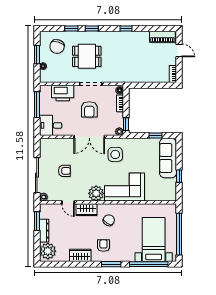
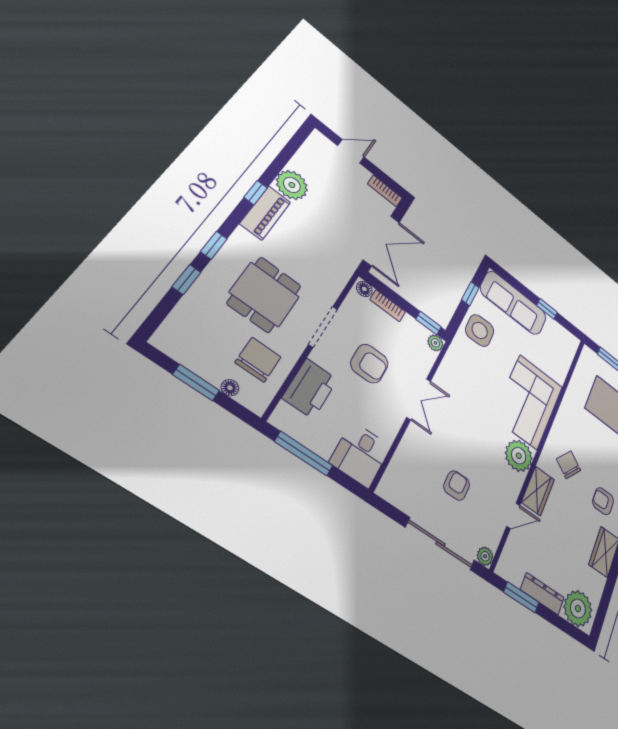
piano: (162, 37) -> (265, 213), moved
plant: (141, 38) -> (292, 185), added
chair: (57, 46) -> (258, 360), moved, turned -107
double door: (148, 85) -> (381, 241), added
double door: (89, 137) -> (419, 399), width x0.73
side table: (115, 154) -> (480, 330), moved

